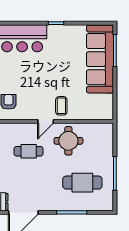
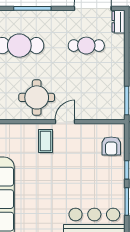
cafe table: (29, 151) -> (86, 46), moved

